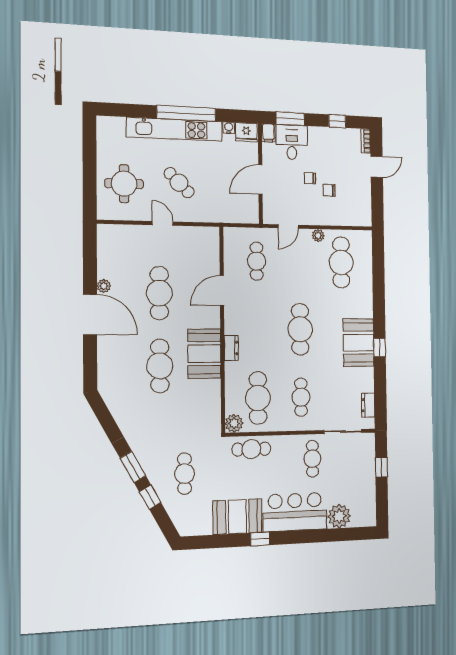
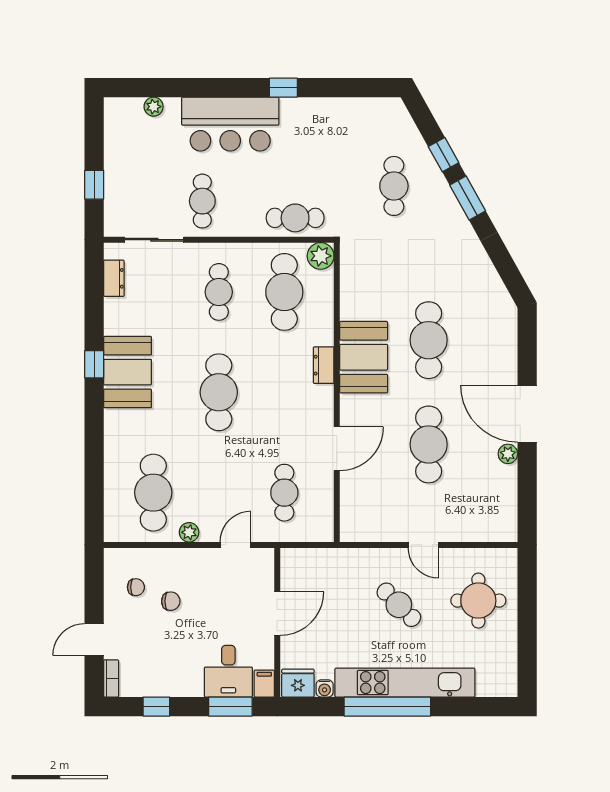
chair: (310, 178) -> (136, 587), moved
plant: (339, 516) -> (154, 107), width x0.53, depth x0.53
booth: (237, 517) -> (317, 121), removed

